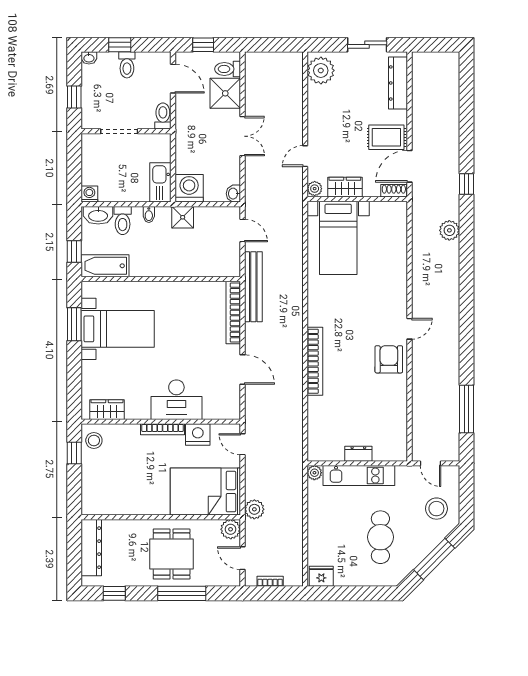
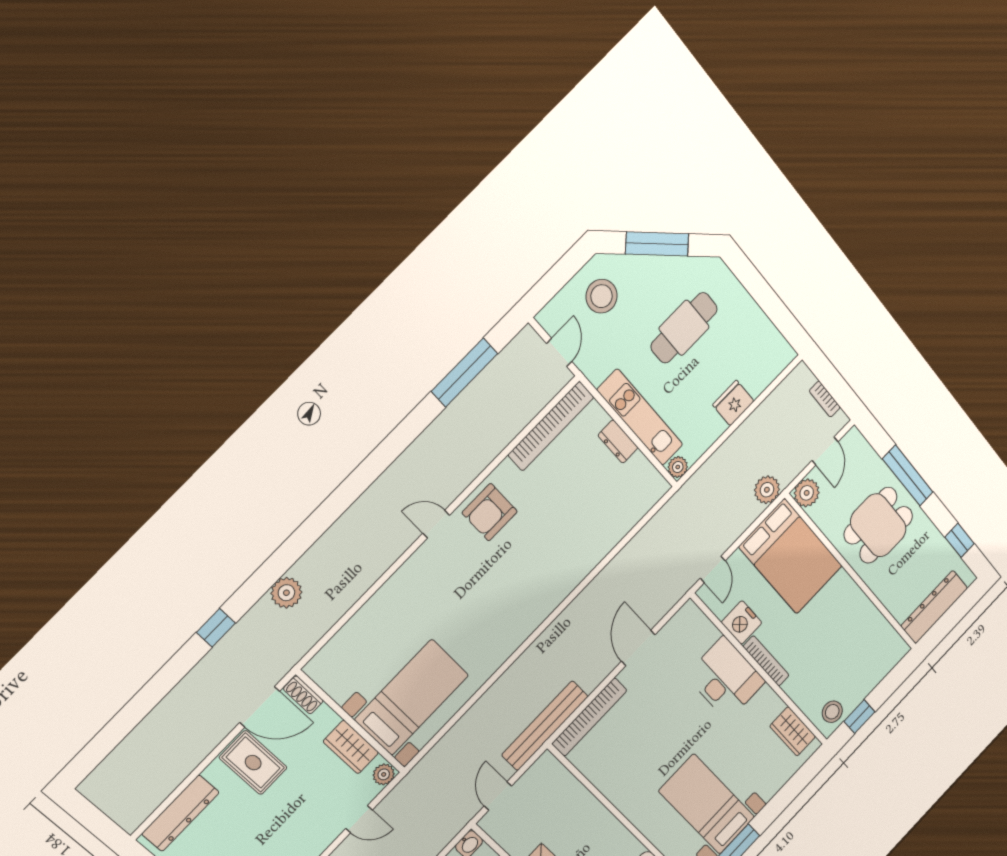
bookcase: (315, 361) -> (551, 426), moved, turned 180
fridge: (321, 576) -> (733, 403), moved, turned 90

